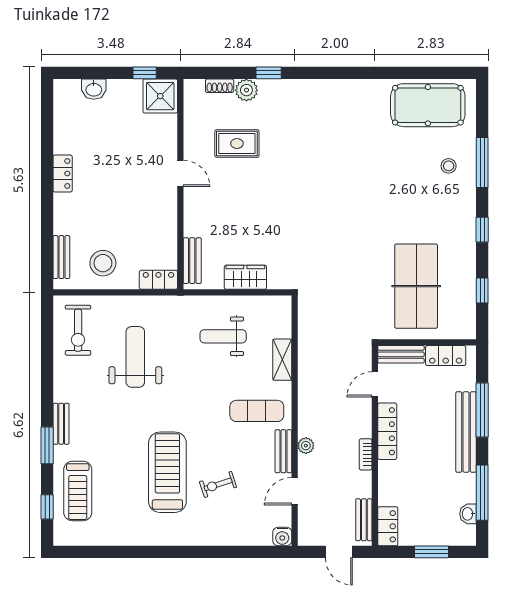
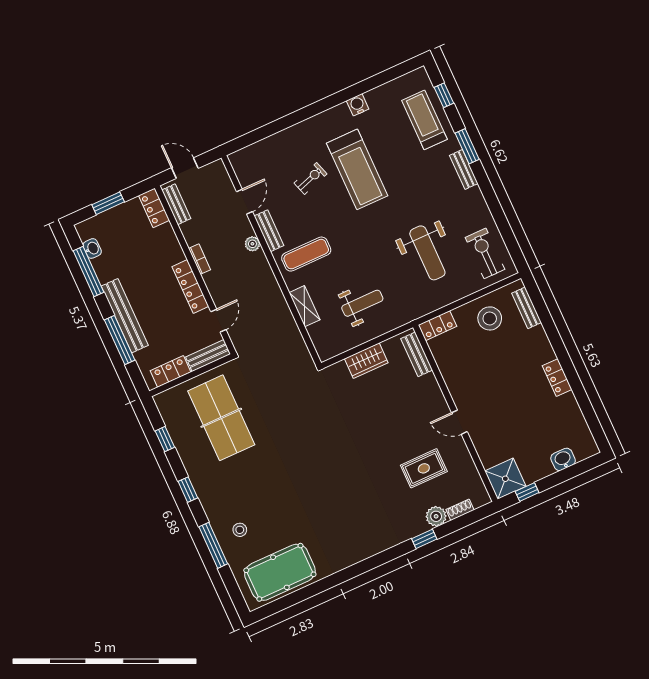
water cooler: (282, 536) -> (358, 105), moved

